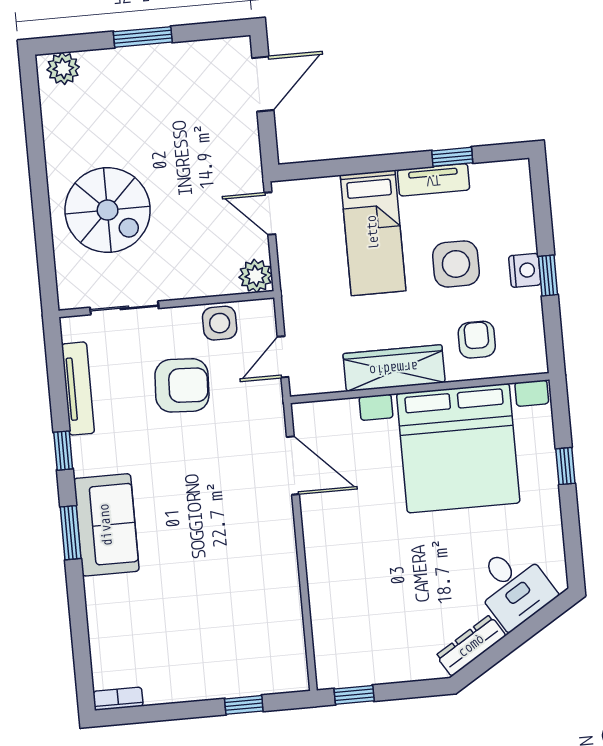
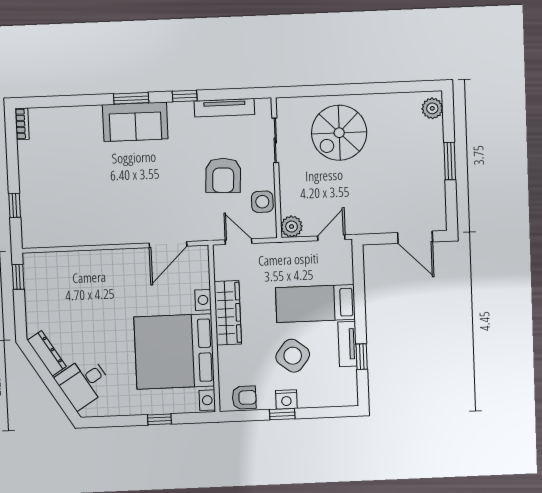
side table: (456, 264) -> (293, 356), turned 38
armchair: (477, 340) -> (244, 398), moved

